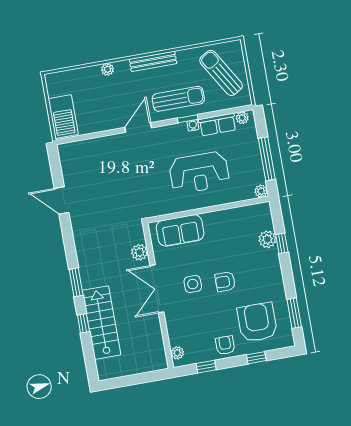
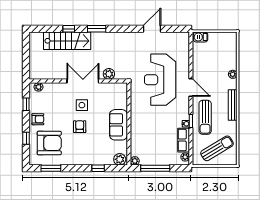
barbecue: (63, 116) -> (201, 37), width x0.53, depth x0.65
reception desk: (199, 173) -> (160, 80), moved, width x1.36, depth x1.30
sofa: (180, 230) -> (118, 125), moved
plant: (267, 239) -> (120, 159), moved

